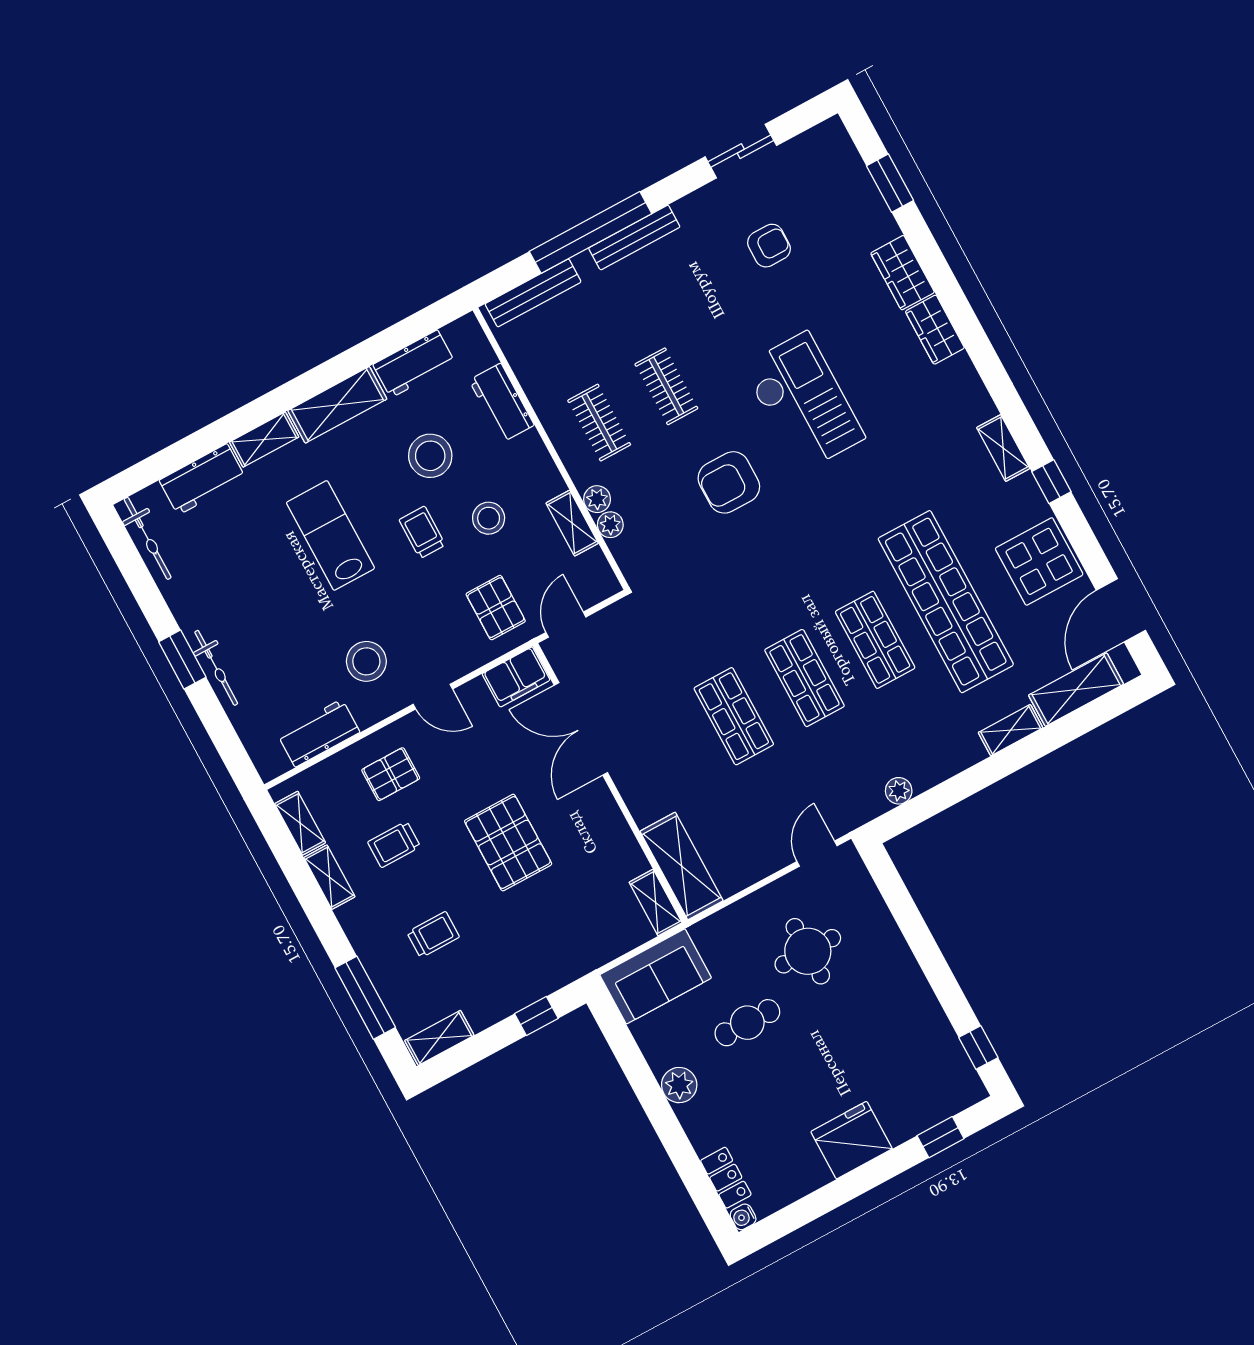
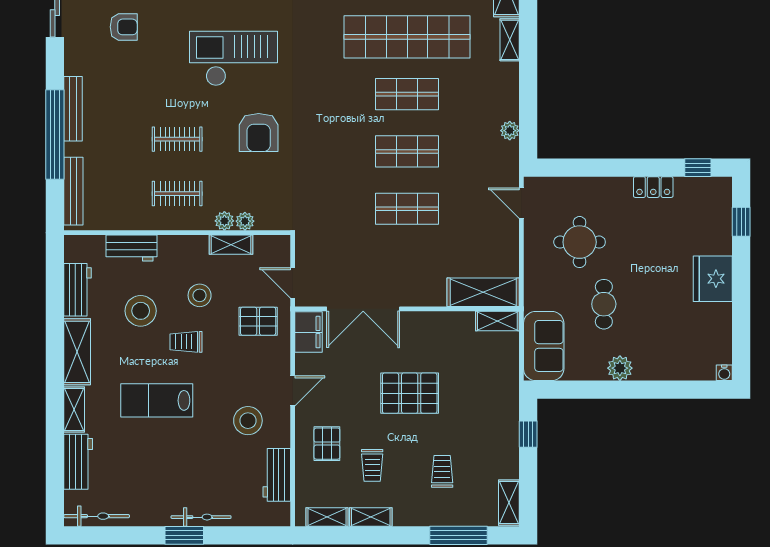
armchair: (769, 246) -> (124, 27), turned 90
locker: (726, 1178) -> (653, 187), moved, turned 180

